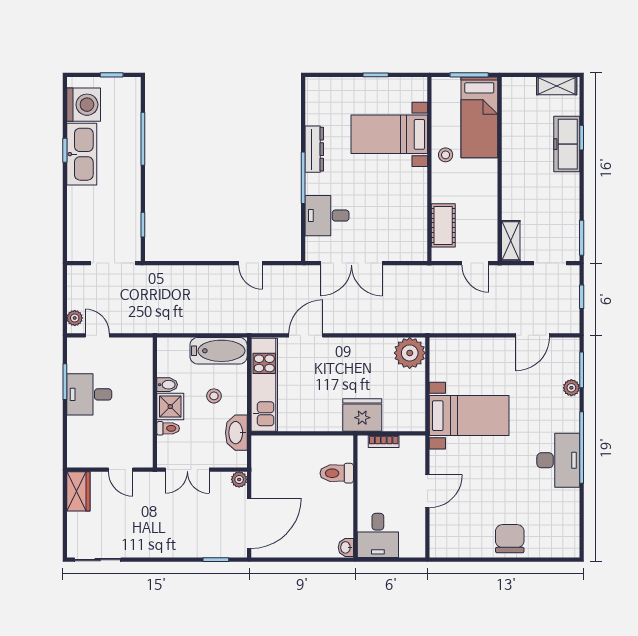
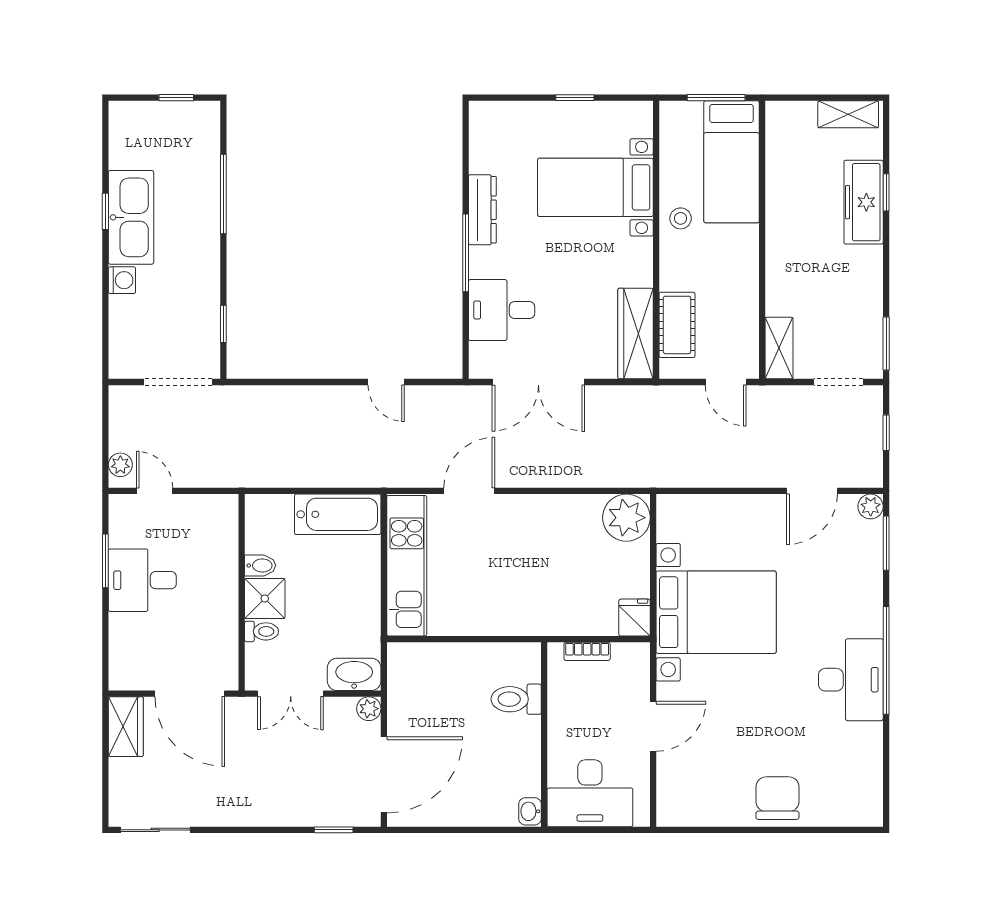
washing machine: (84, 105) -> (122, 280), moved, width x0.53, depth x0.53
wardrobe: (416, 231) -> (636, 334), added
plant: (571, 388) -> (871, 506), moved
stool: (214, 396) -> (331, 582), removed
fridge: (362, 415) -> (635, 618), moved, width x0.53, depth x0.75
bed with nightstands: (469, 416) -> (716, 612), width x1.36
washbasin: (236, 433) -> (354, 674), moved, turned 90
door: (121, 470) -> (190, 694), width x1.87
desk: (378, 535) -> (590, 793), width x1.37

